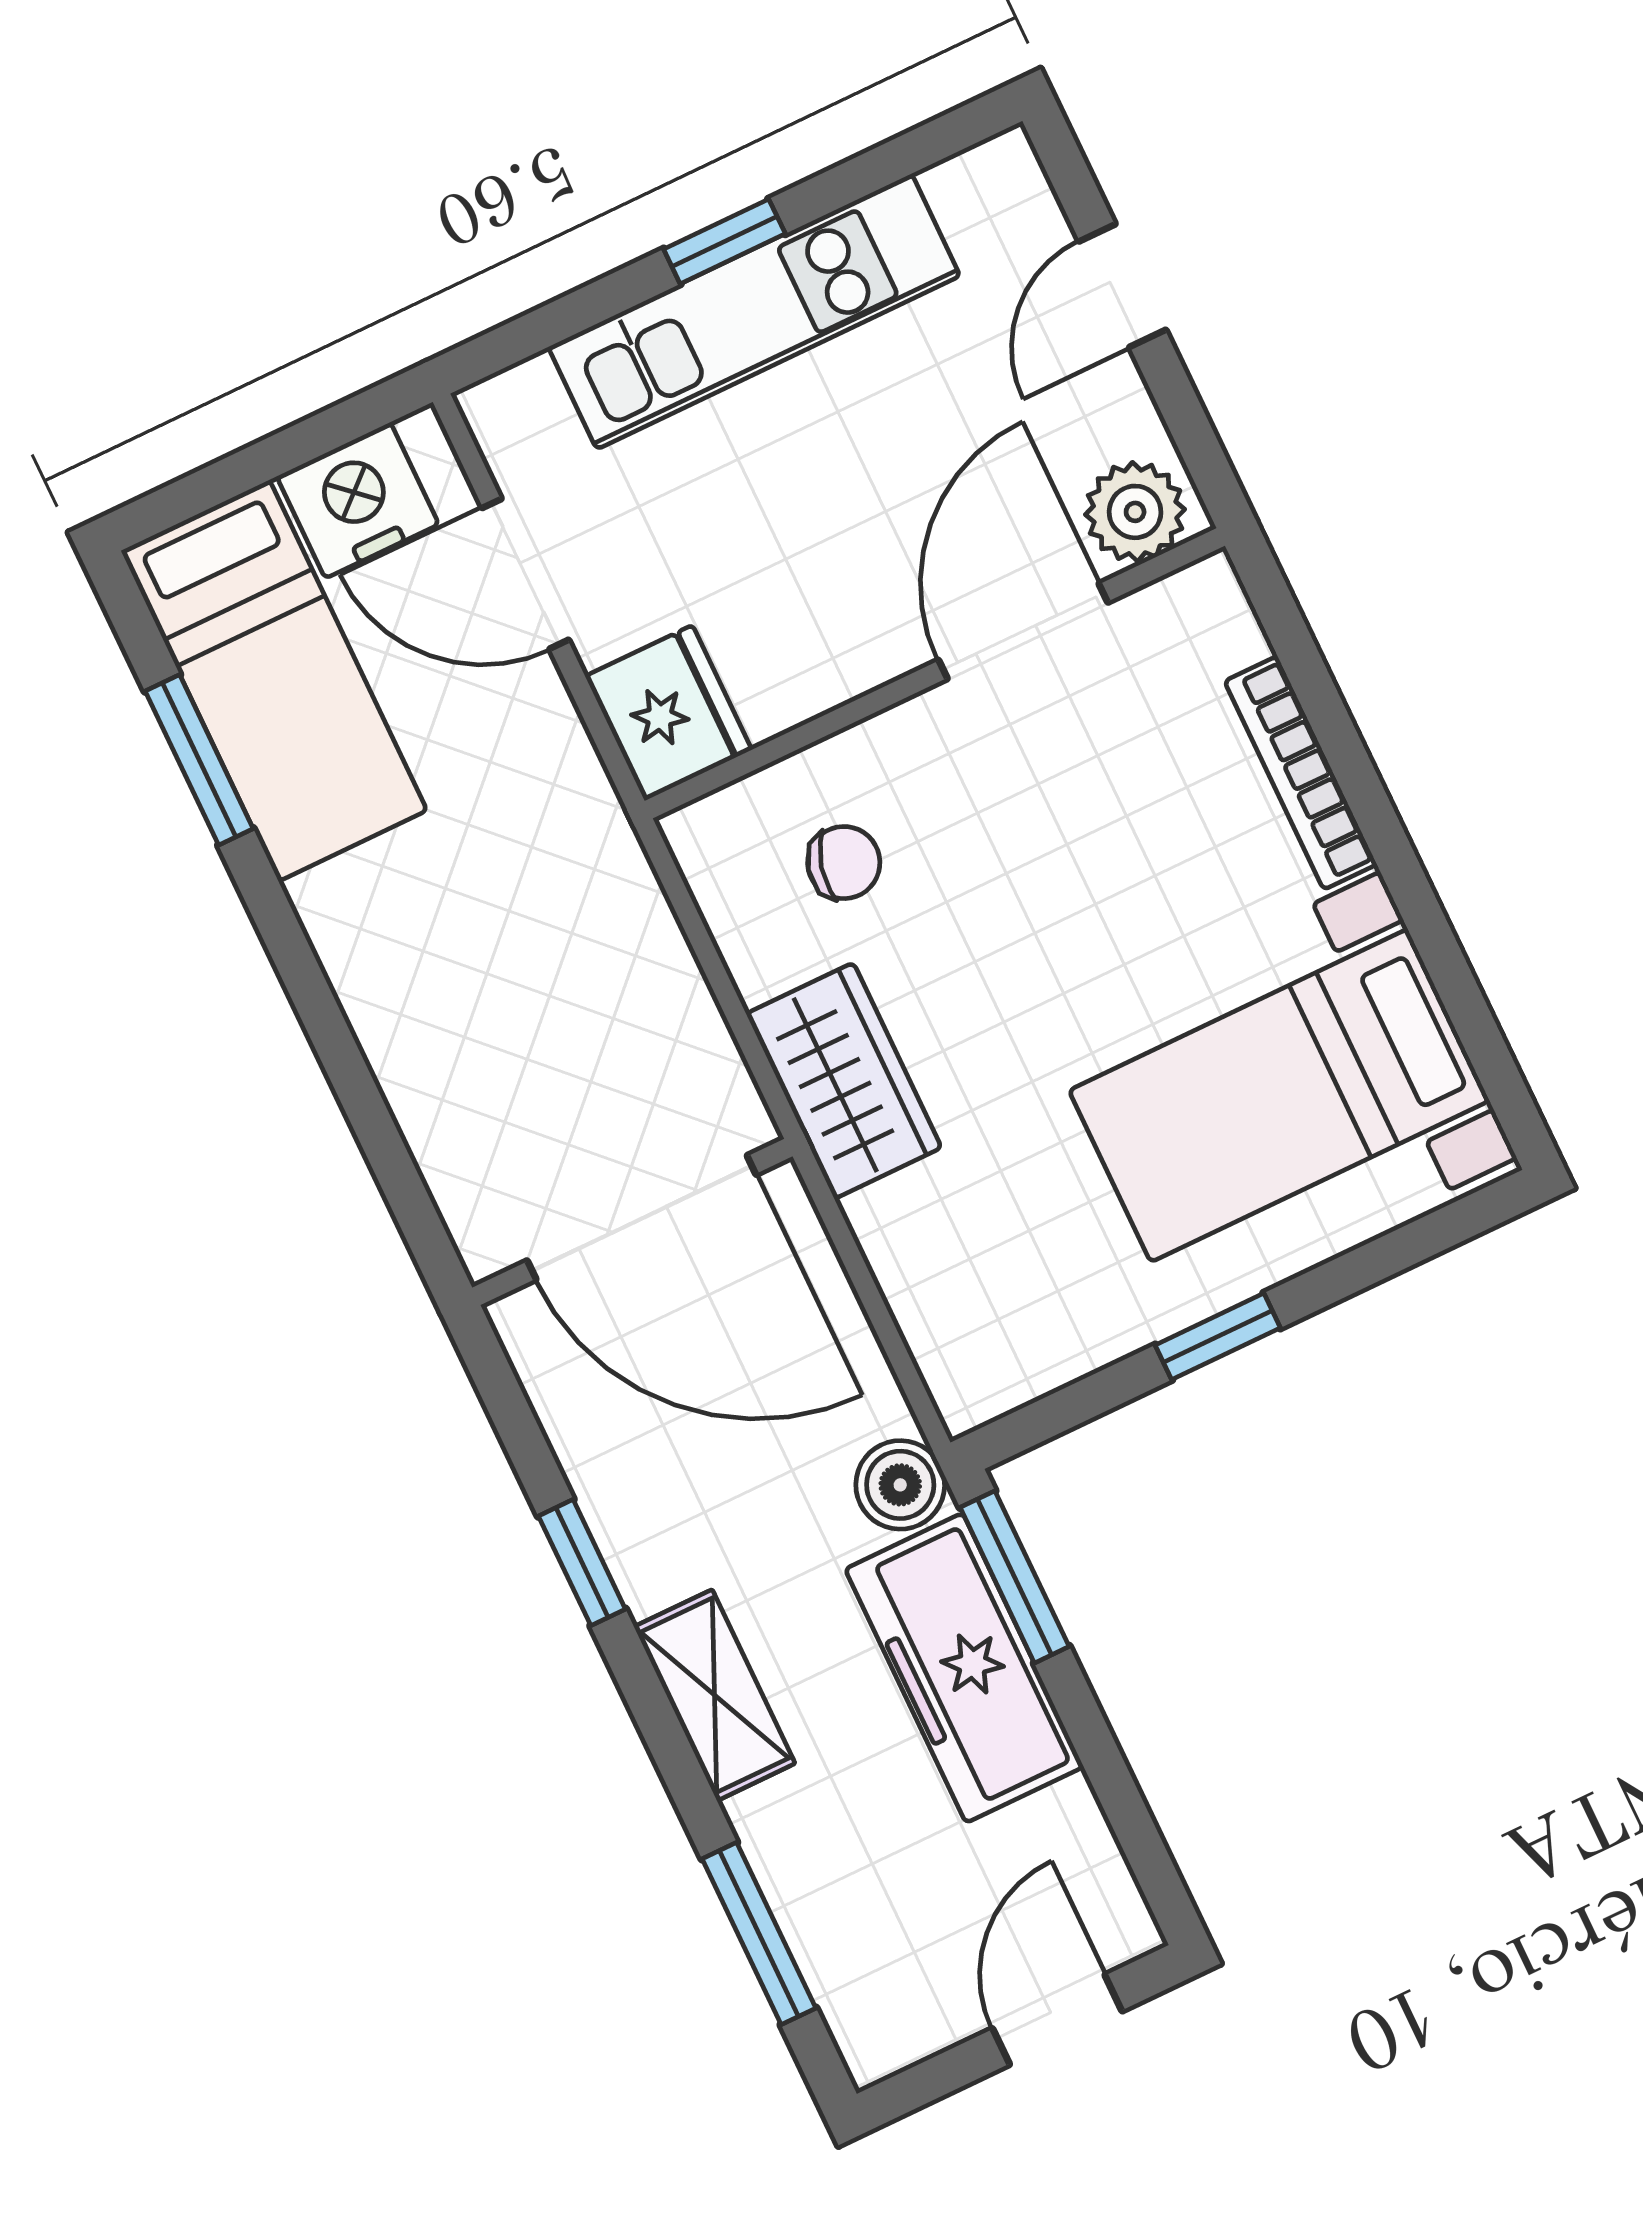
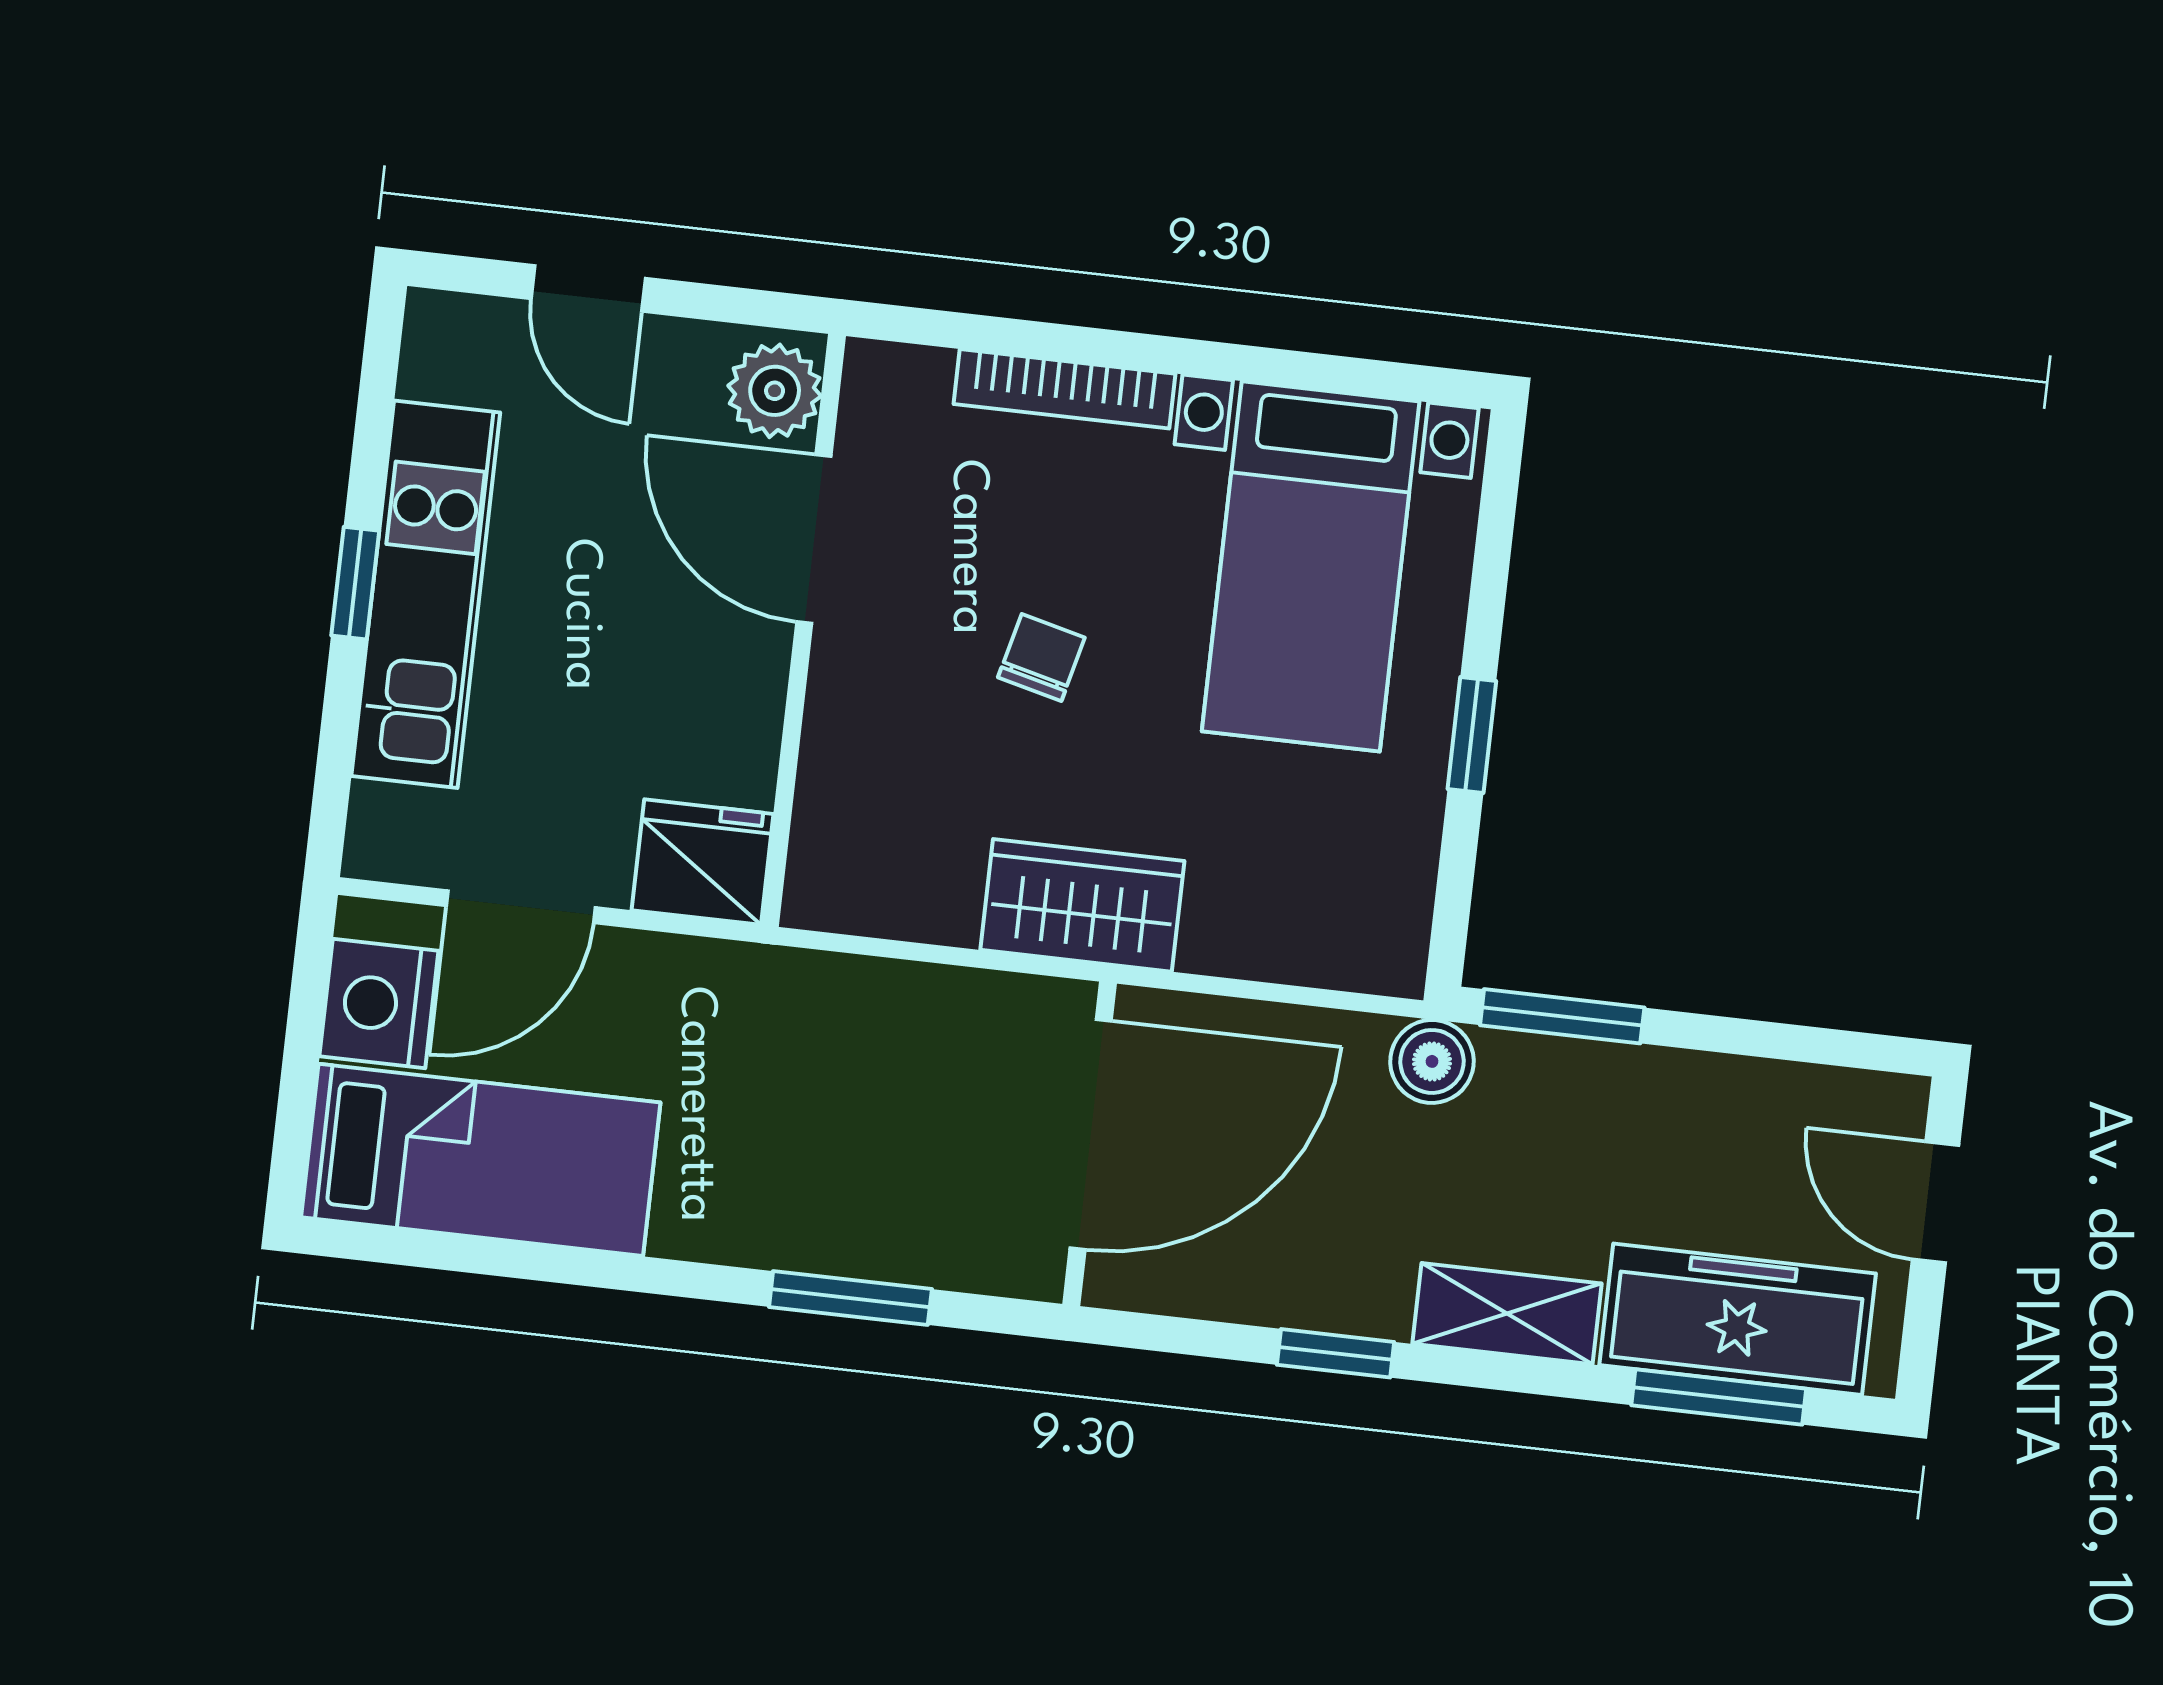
window: (199, 760) -> (850, 1298), moved
chair: (844, 863) -> (1041, 658), moved
freezer: (964, 1668) -> (1738, 1319), moved, turned 180

